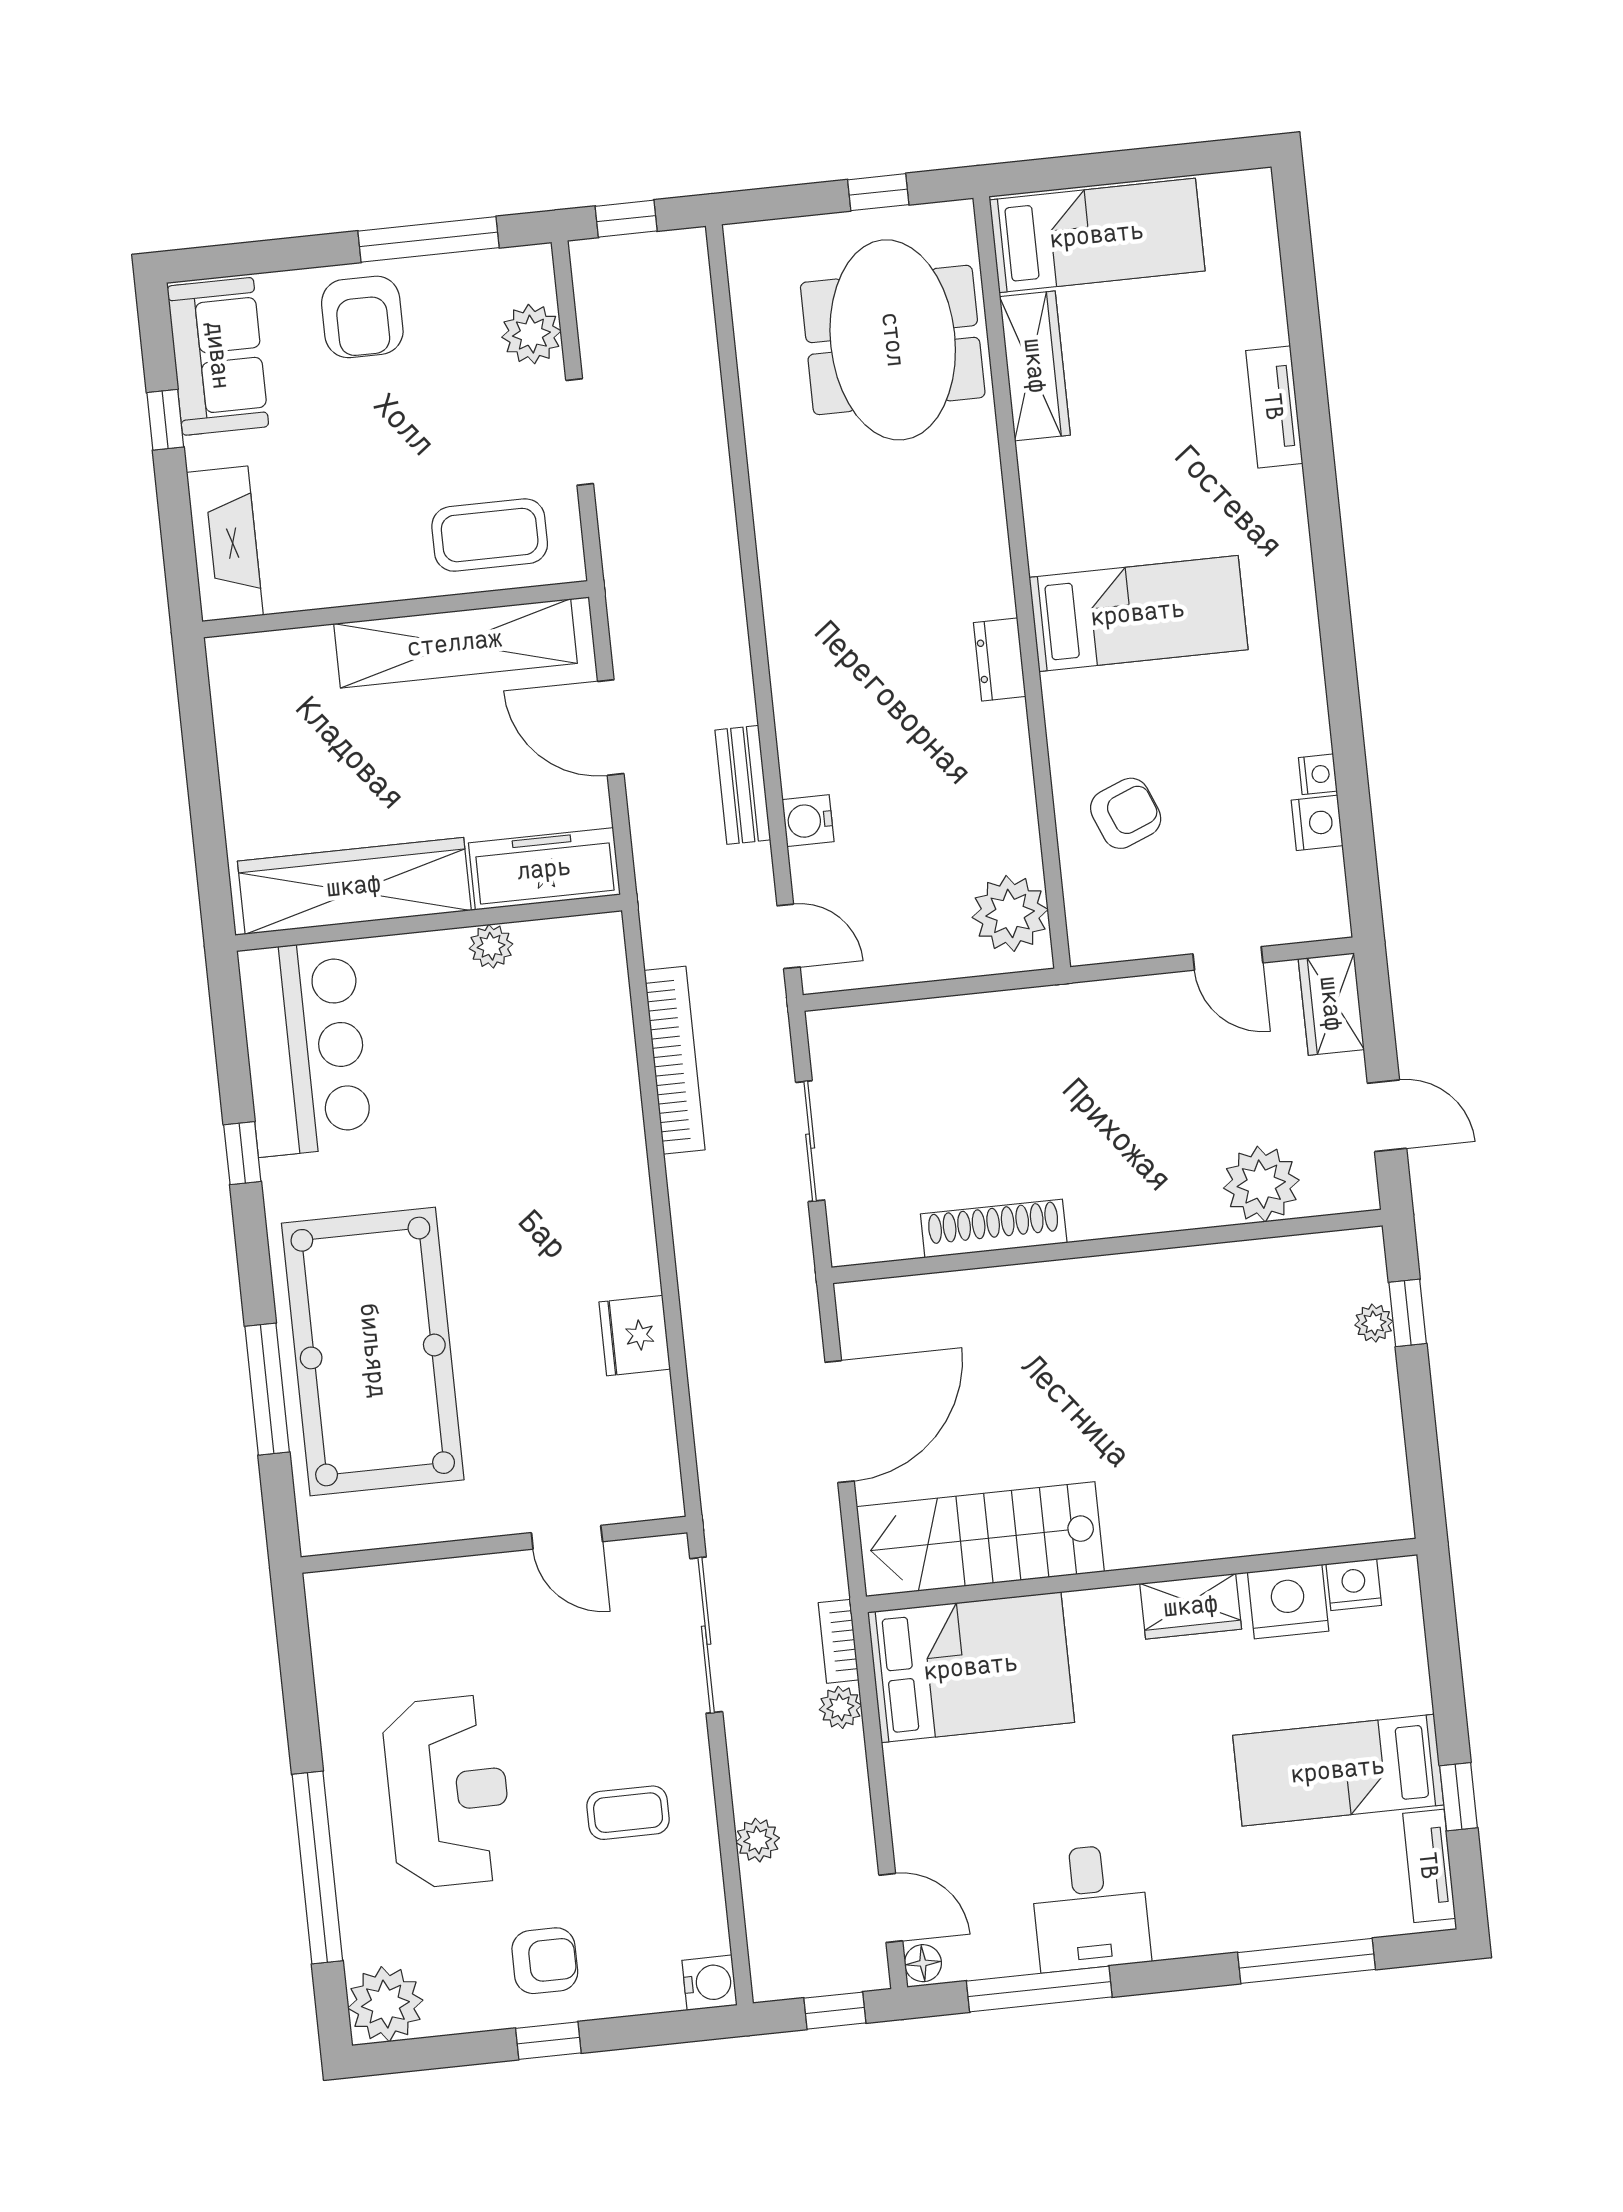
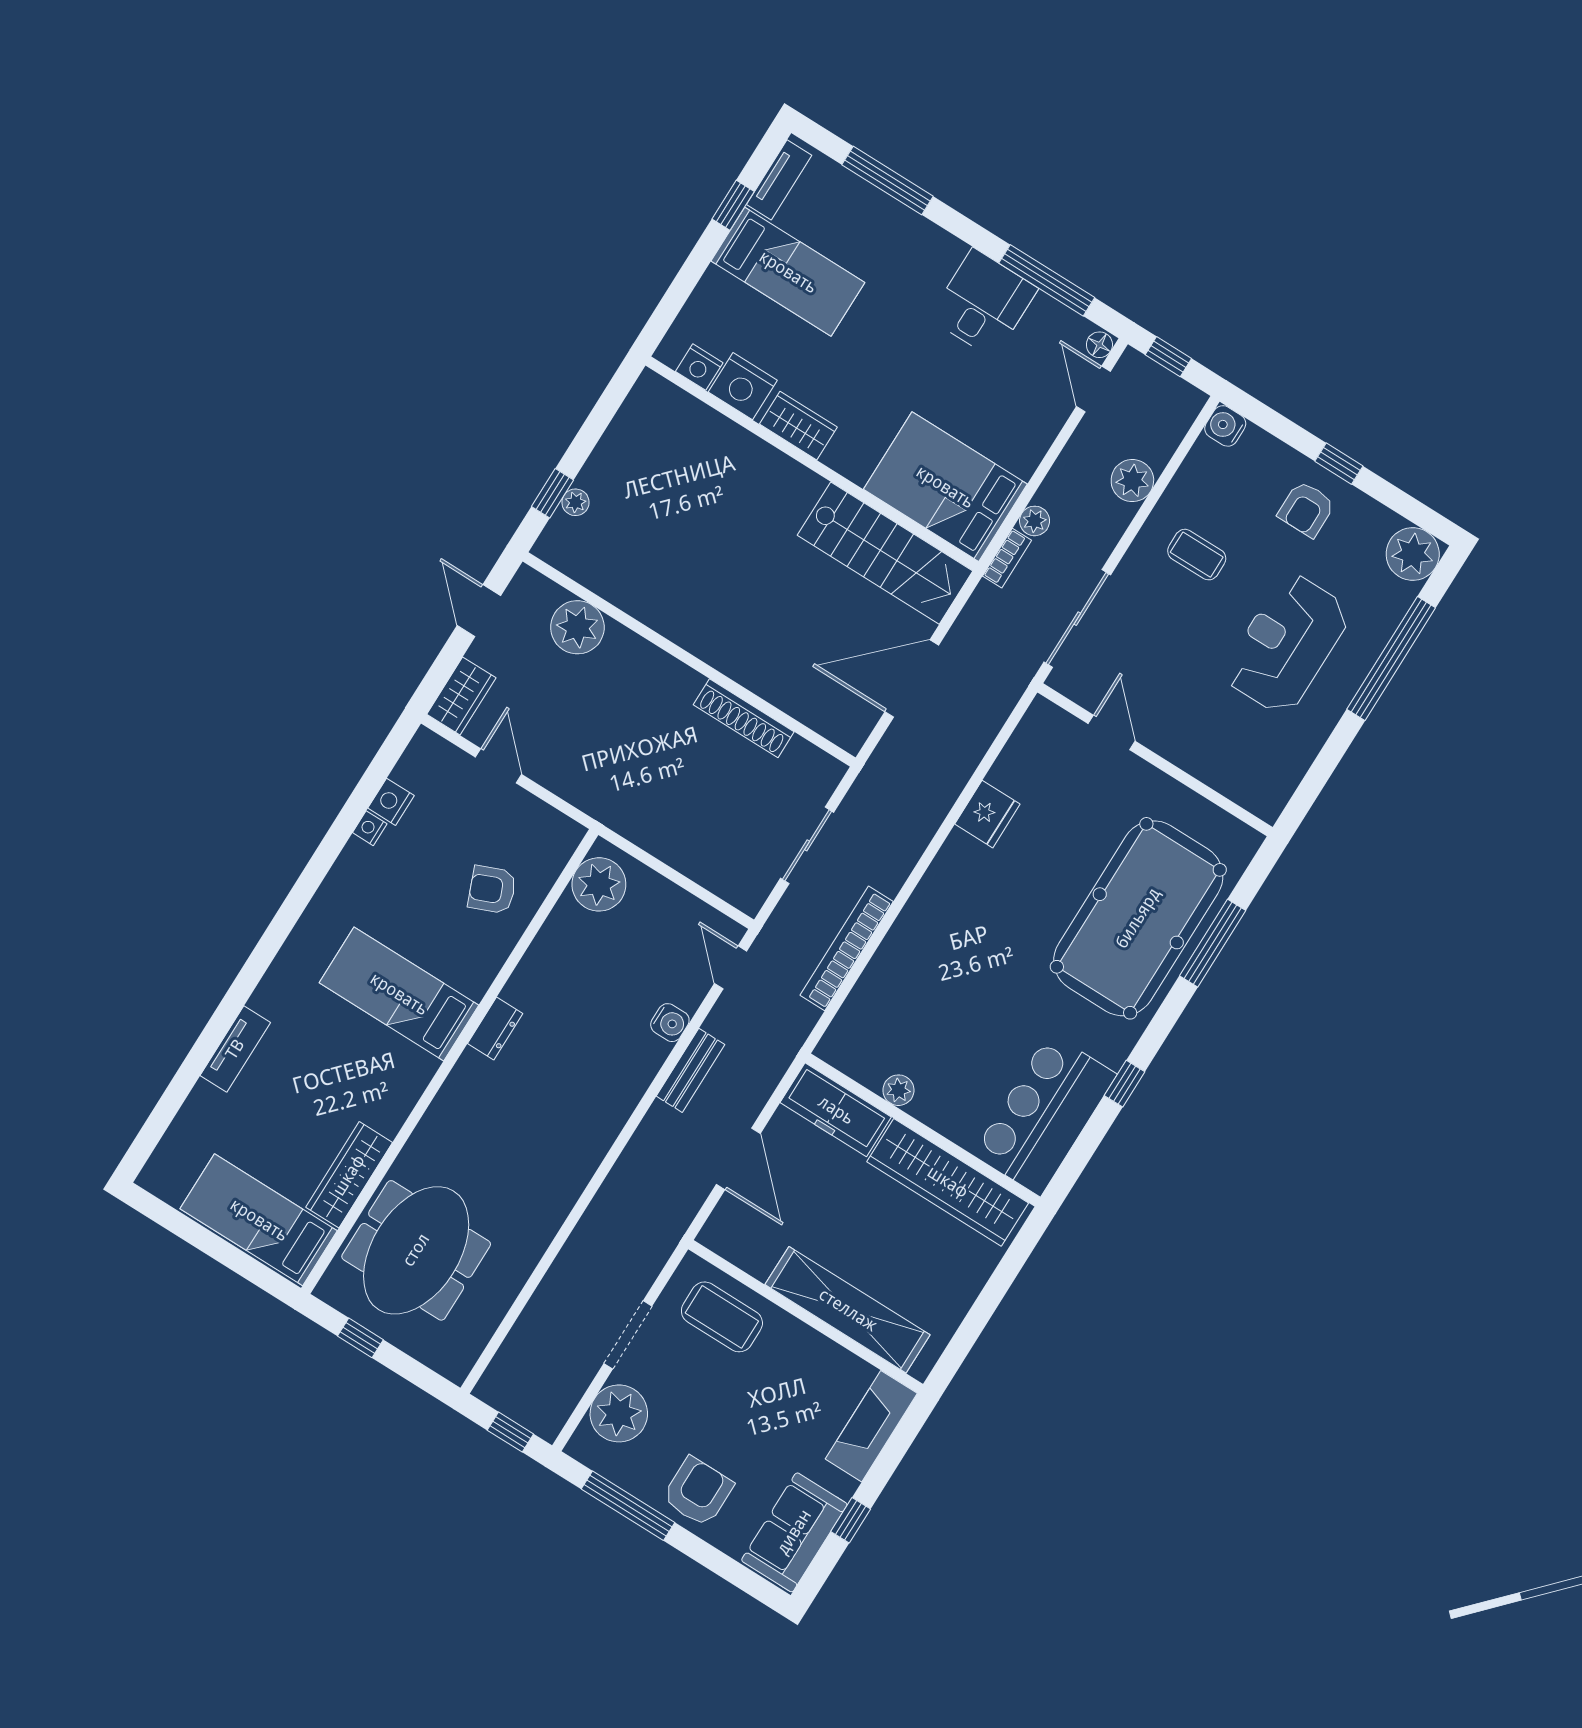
plant: (531, 334) -> (619, 1413), width x1.36, depth x1.36
shelving: (455, 643) -> (848, 1310), moved
plant: (758, 1840) -> (1132, 481), width x1.38, depth x1.38
armchair: (545, 1961) -> (1306, 509), turned -90

